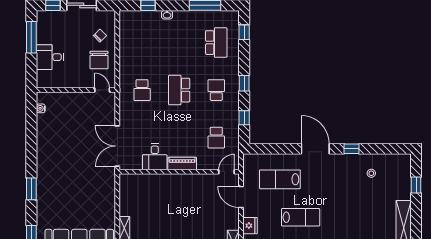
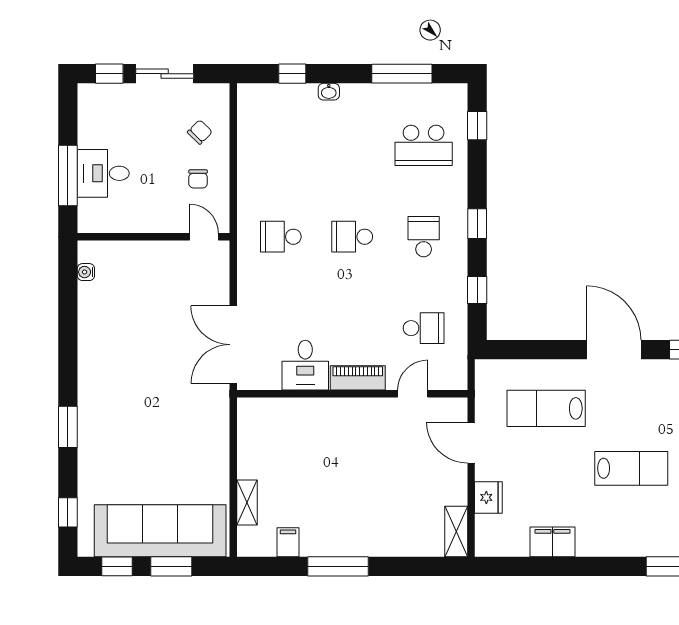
window: (31, 37) -> (68, 175), moved
school desk: (216, 43) -> (424, 145), turned 90
chair: (99, 60) -> (198, 179), width x0.54, depth x0.54
school desk: (142, 90) -> (281, 237), turned 90
school desk: (179, 90) -> (352, 237), width x0.54
school desk: (216, 138) -> (424, 328), turned -90
door: (227, 172) -> (413, 394), moved
lab bench: (301, 217) -> (631, 468), moved

